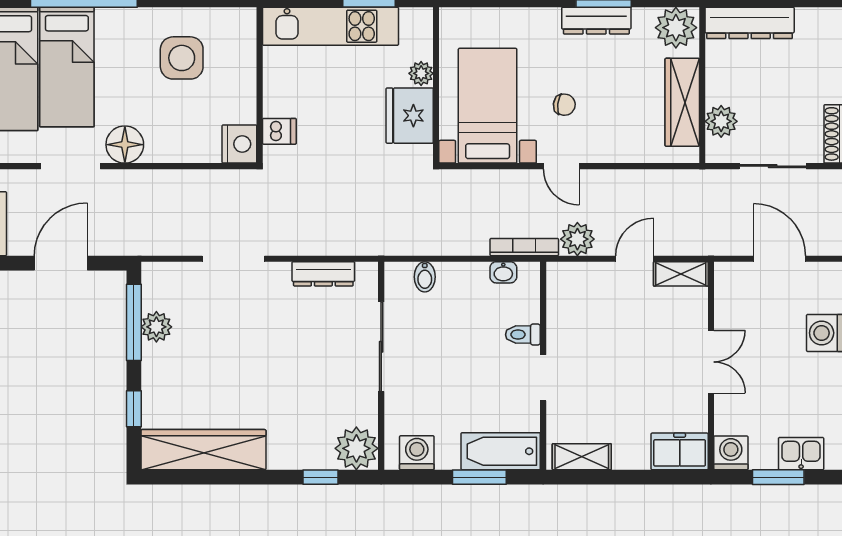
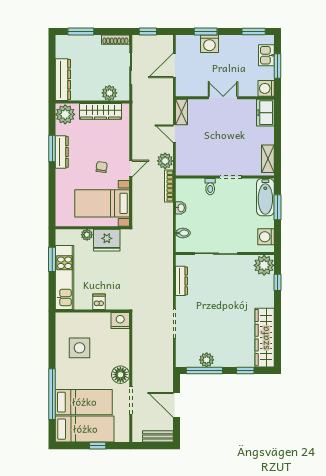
dishwasher: (279, 131) -> (99, 302), moved
washbasin: (503, 272) -> (181, 208), moved

